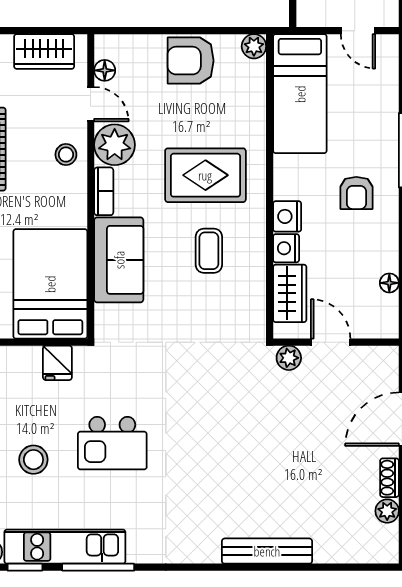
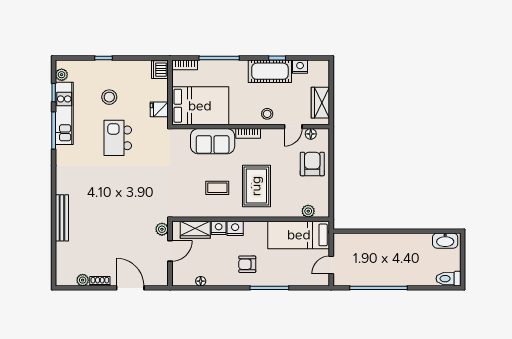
plant: (254, 46) -> (308, 211), moved
armchair: (191, 61) -> (312, 164), moved
plant: (115, 145) -> (272, 139), removed

